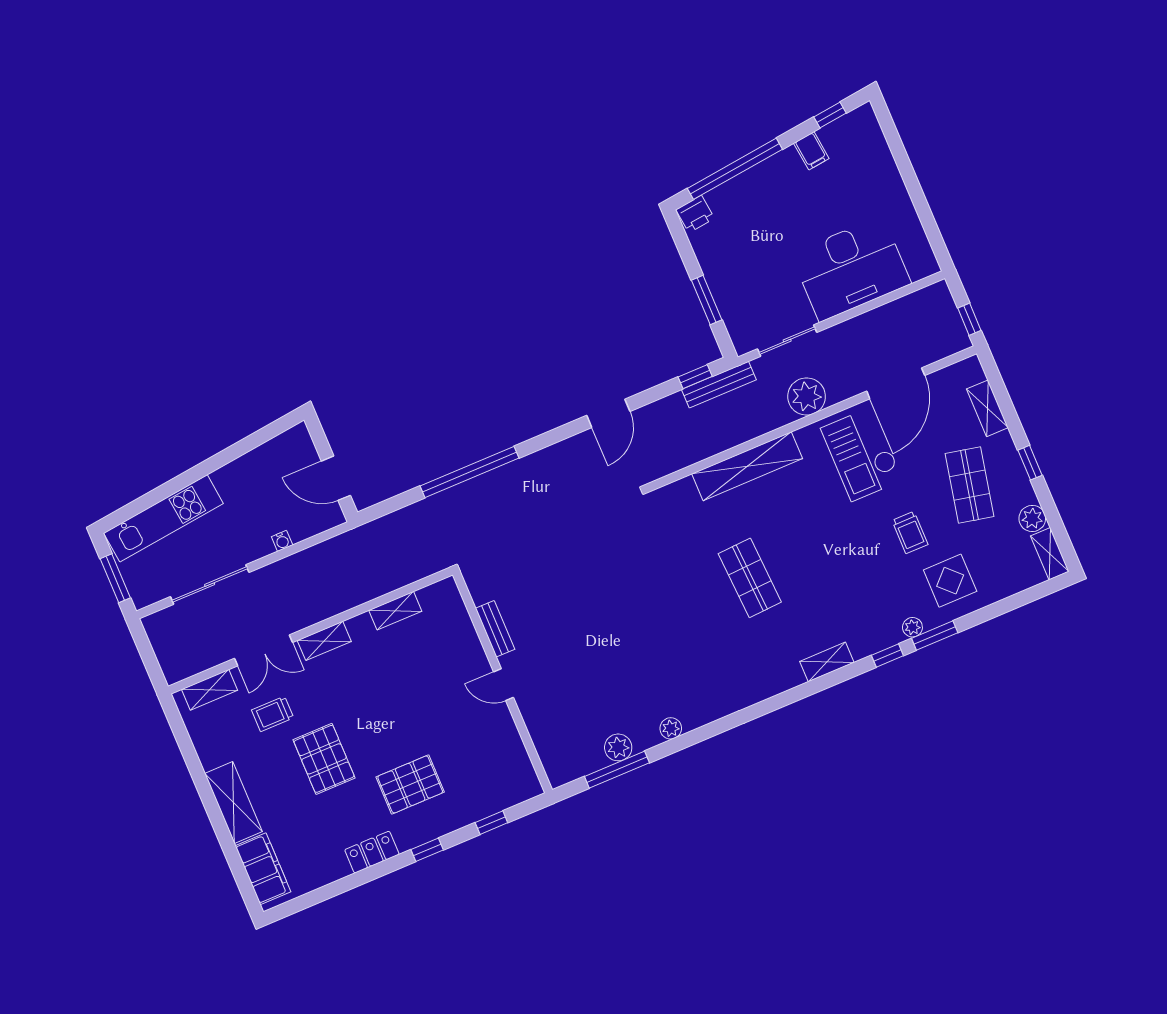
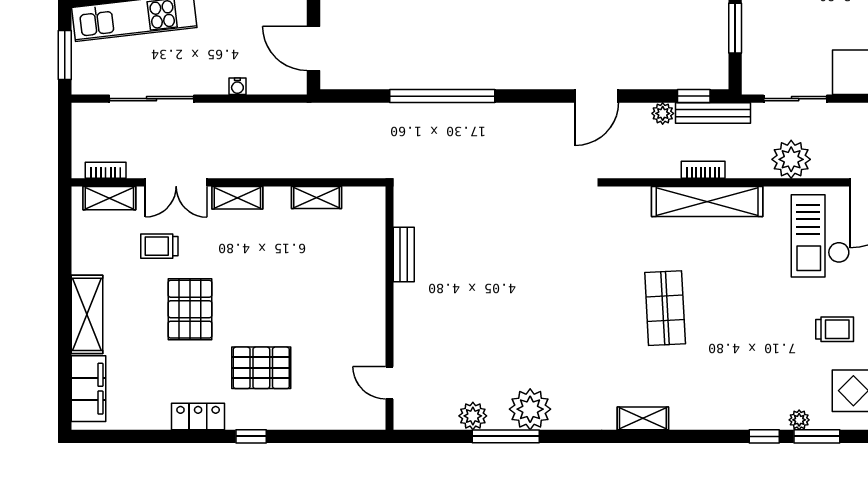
plant: (674, 404) -> (663, 113), added
bookcase: (732, 439) -> (703, 170), added
trolley: (910, 532) -> (835, 329), turned -90
shelving: (827, 662) -> (643, 418), moved
bookcase: (196, 666) -> (106, 170), added
door: (504, 685) -> (389, 383), moved
plant: (671, 728) -> (530, 409), width x1.87, depth x1.87
window: (617, 770) -> (506, 436), moved
window: (491, 823) -> (323, 436), removed

